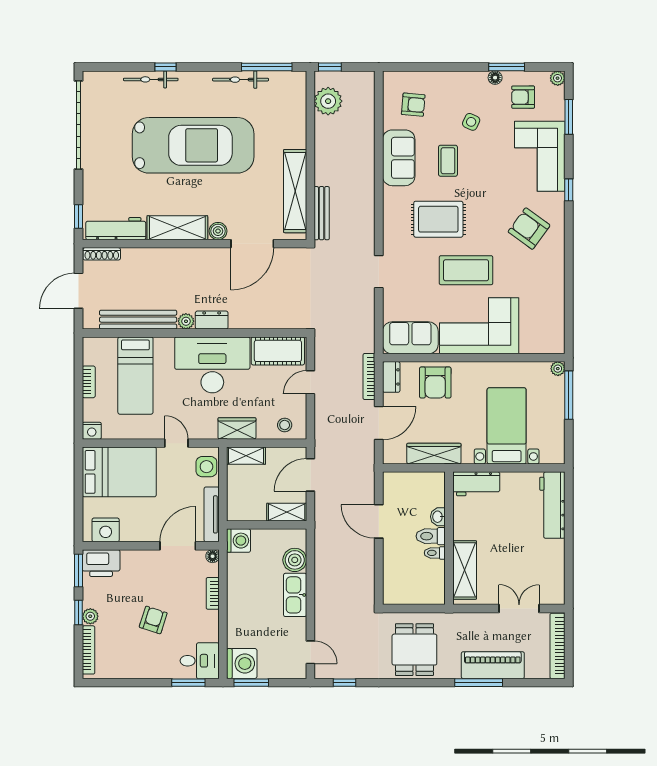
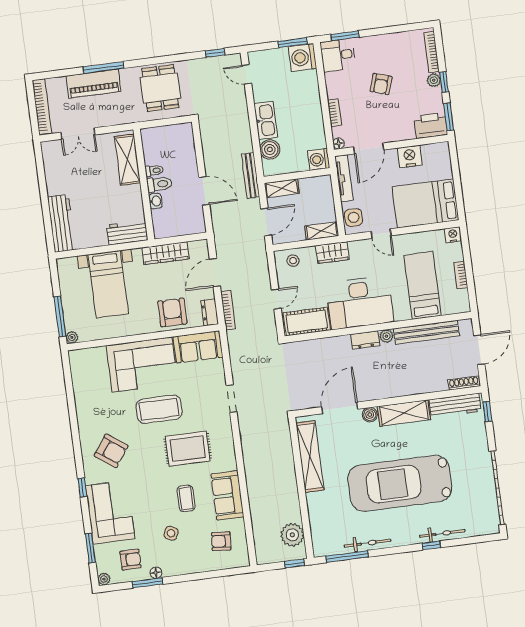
bench: (322, 213) -> (251, 175), moved
nightstand: (106, 530) -> (410, 156), moved

